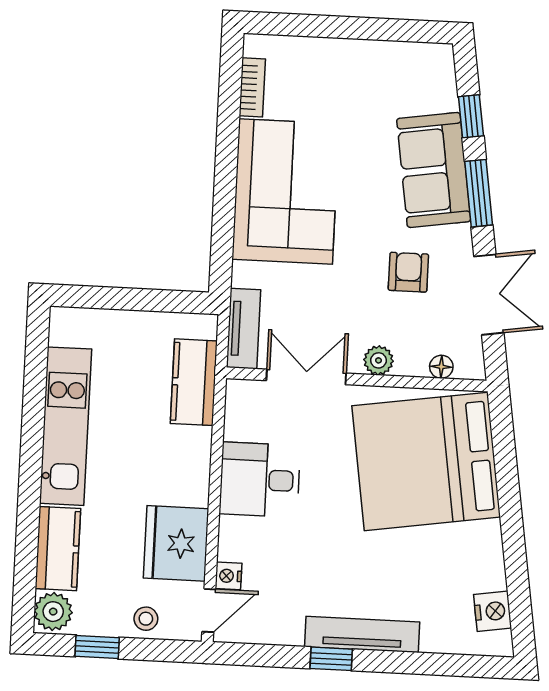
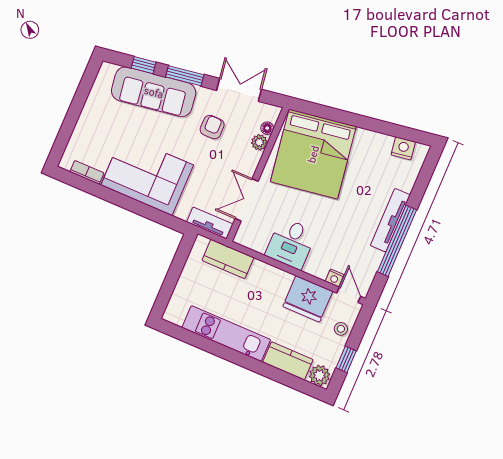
sofa: (434, 170) -> (154, 92), width x1.36
armchair: (408, 272) -> (212, 127), turned 90
plant: (379, 360) -> (259, 142), moved
window: (331, 659) -> (397, 241), width x3.17

